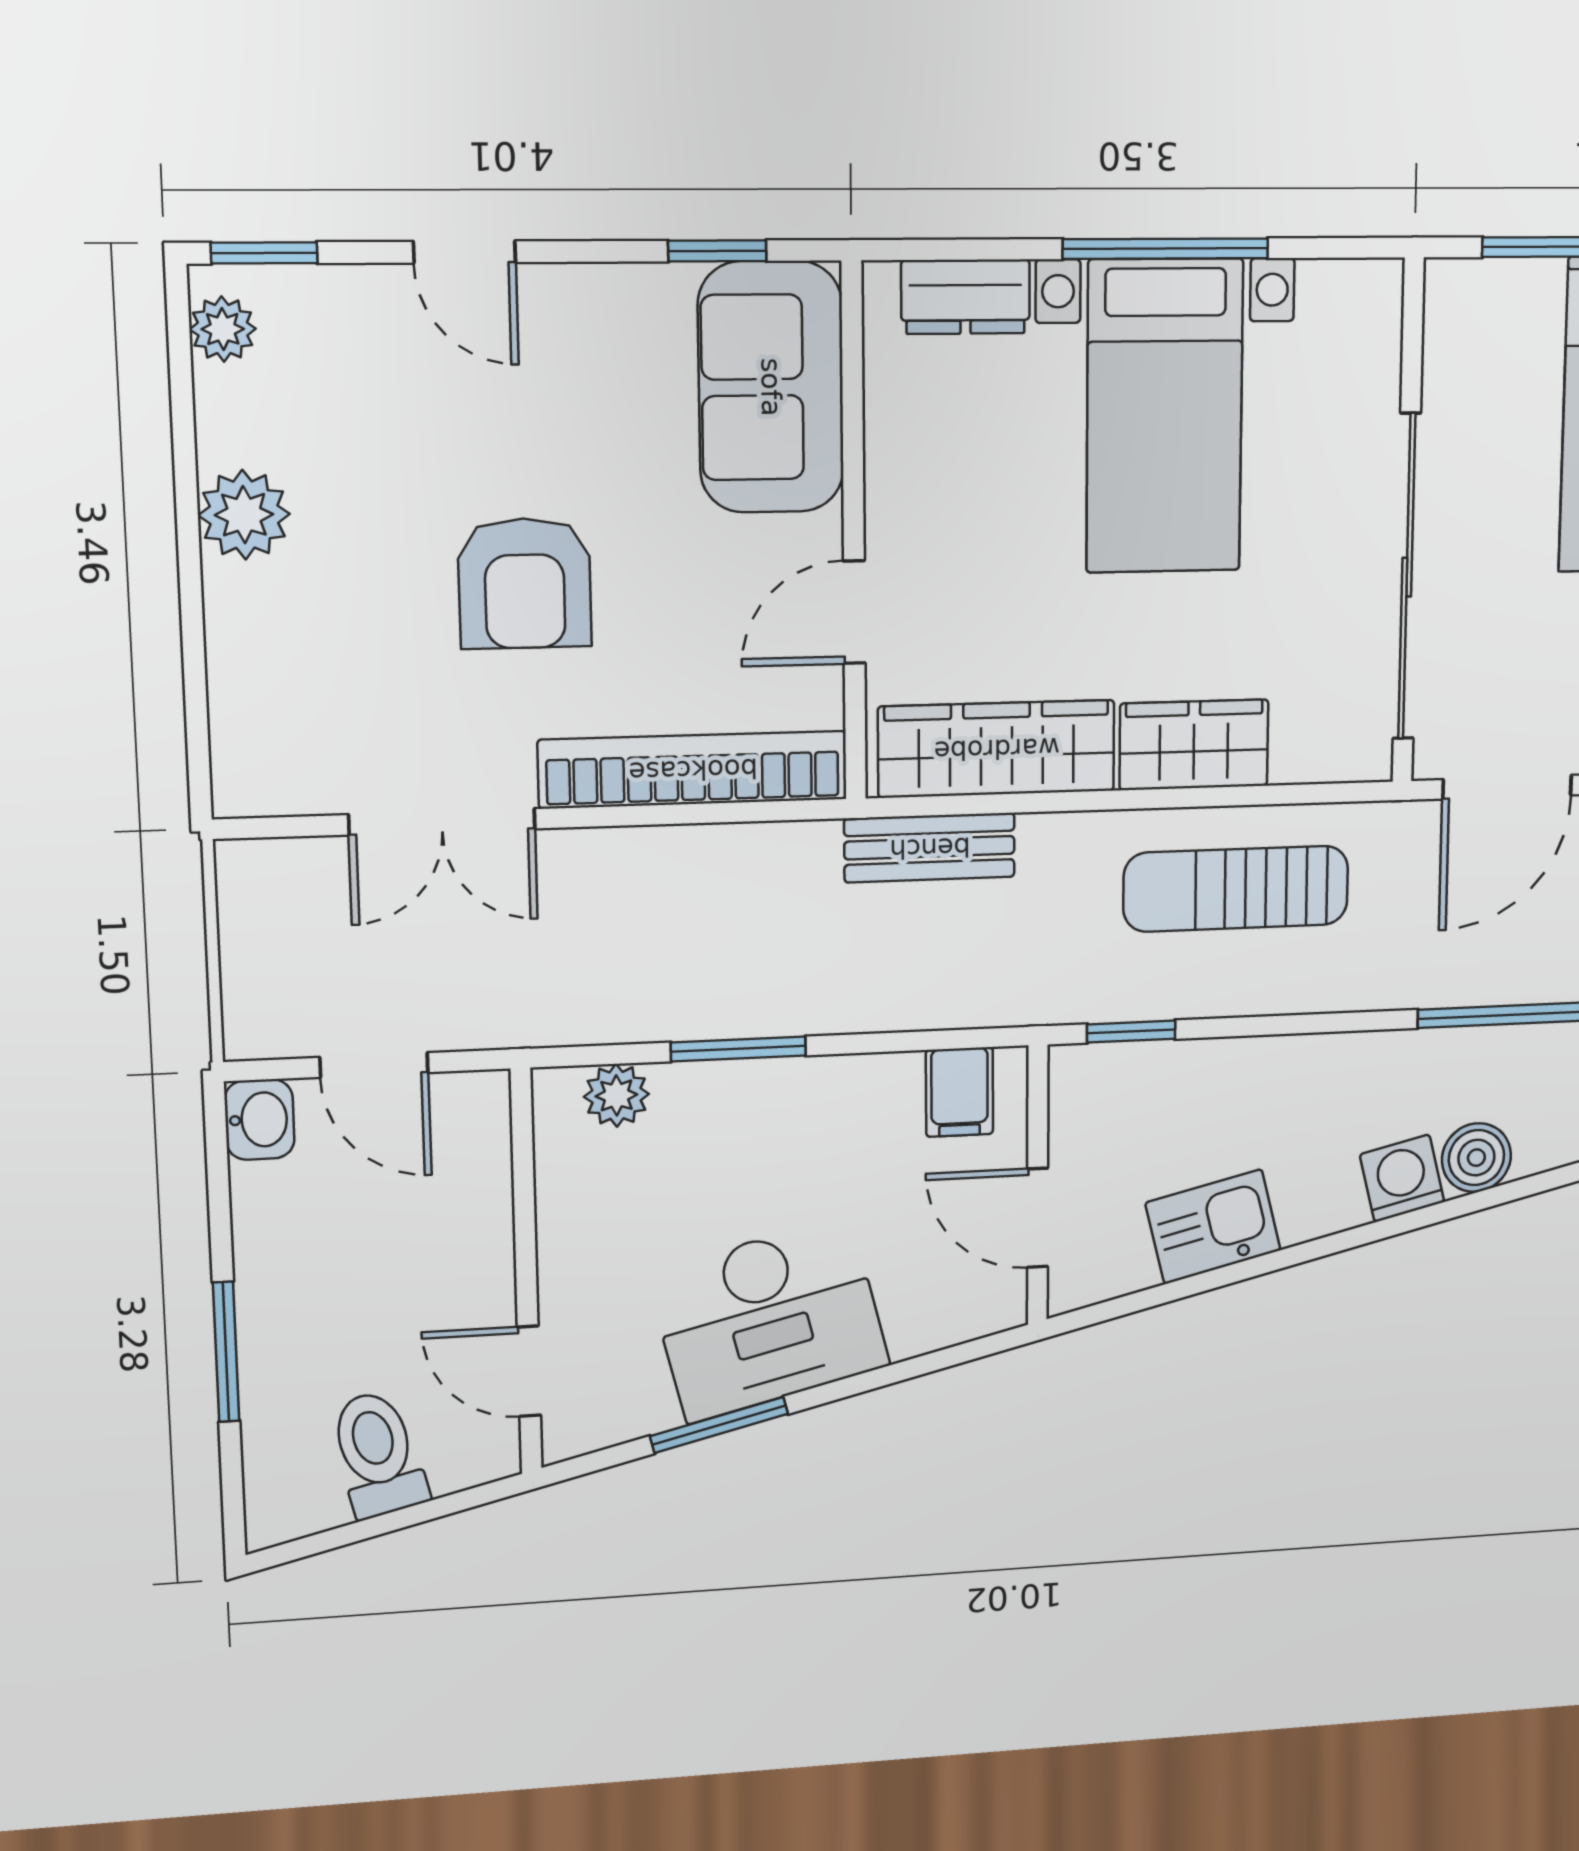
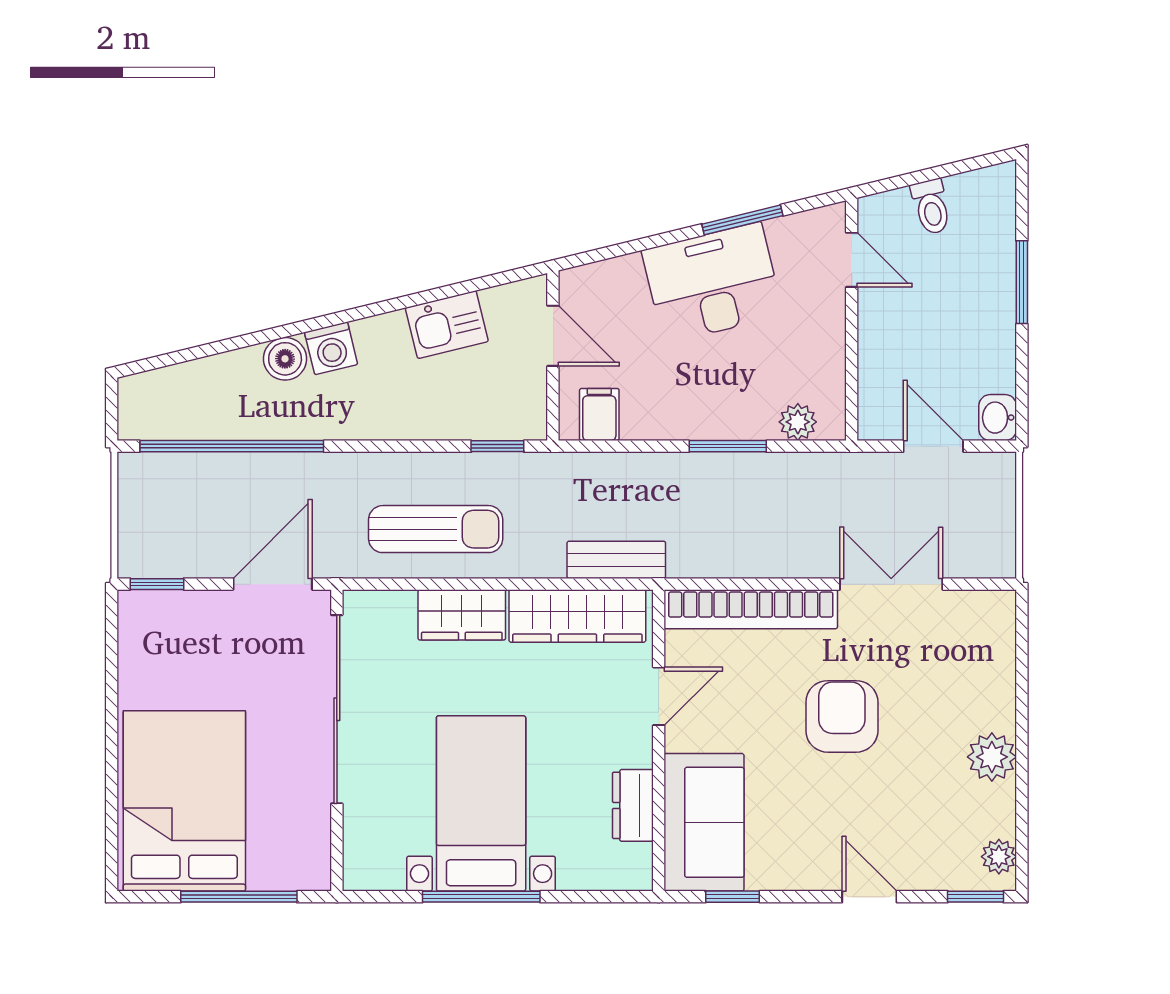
dresser: (965, 297) -> (633, 805), moved, turned -90
toilet: (378, 1454) -> (931, 207), width x0.73, depth x0.72

